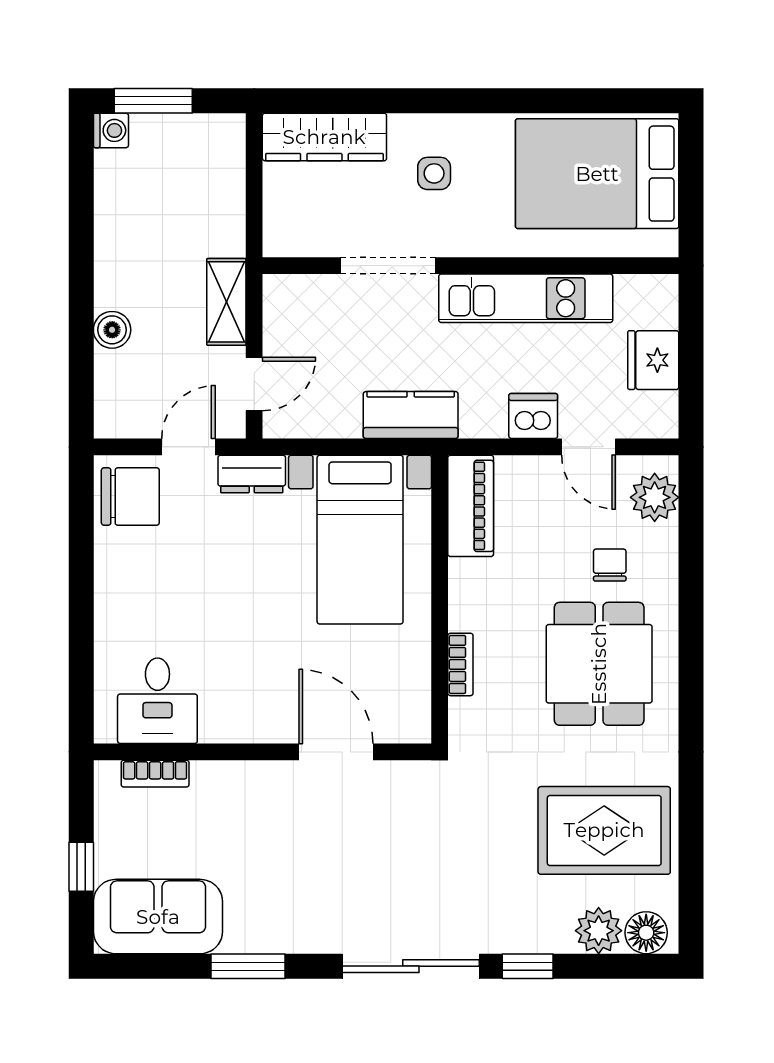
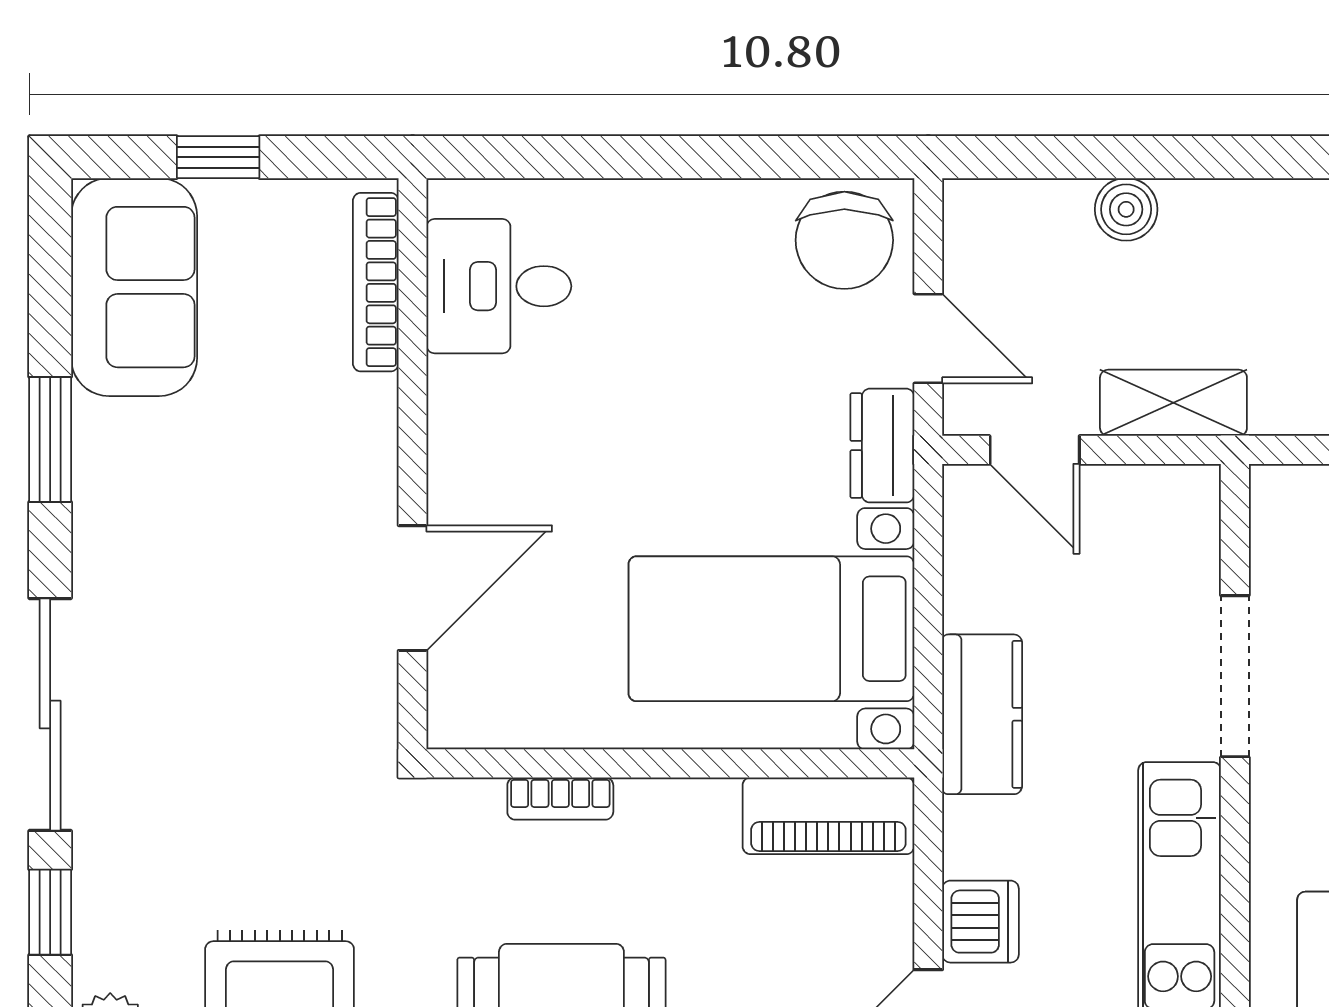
bookcase: (155, 774) -> (376, 282), width x1.56

